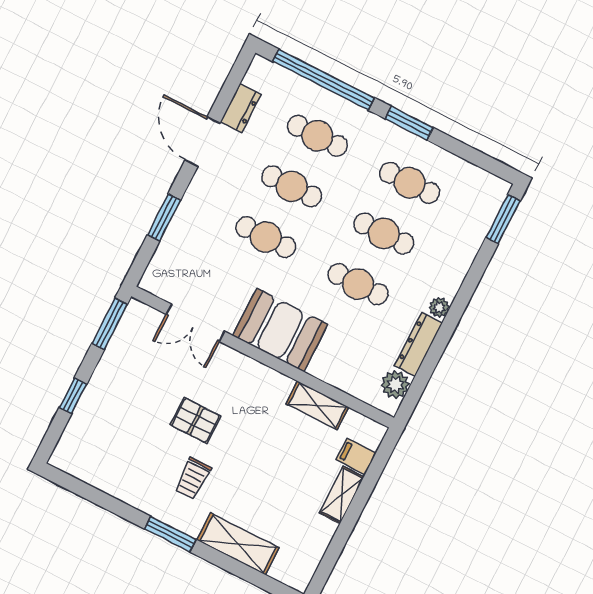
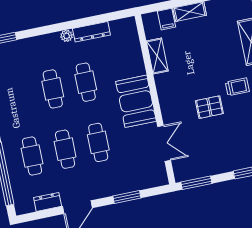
cafe table: (410, 183) -> (20, 96), removed
plant: (395, 385) -> (119, 28), removed
pallet: (195, 420) -> (209, 107), turned 90

